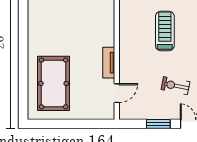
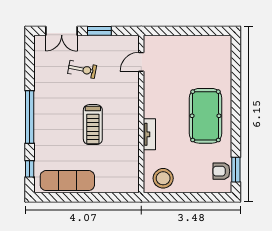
tv unit: (109, 63) -> (149, 134), moved
pool table: (54, 83) -> (206, 116), moved

